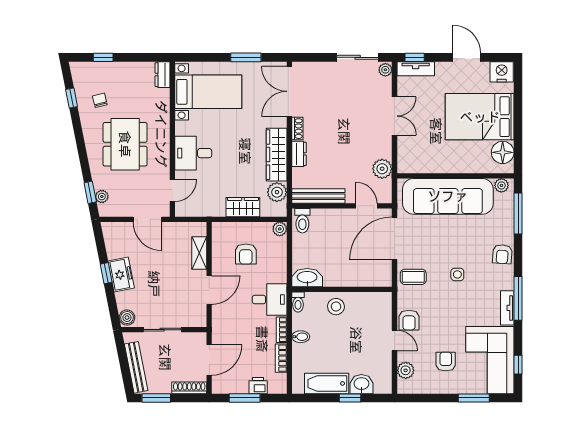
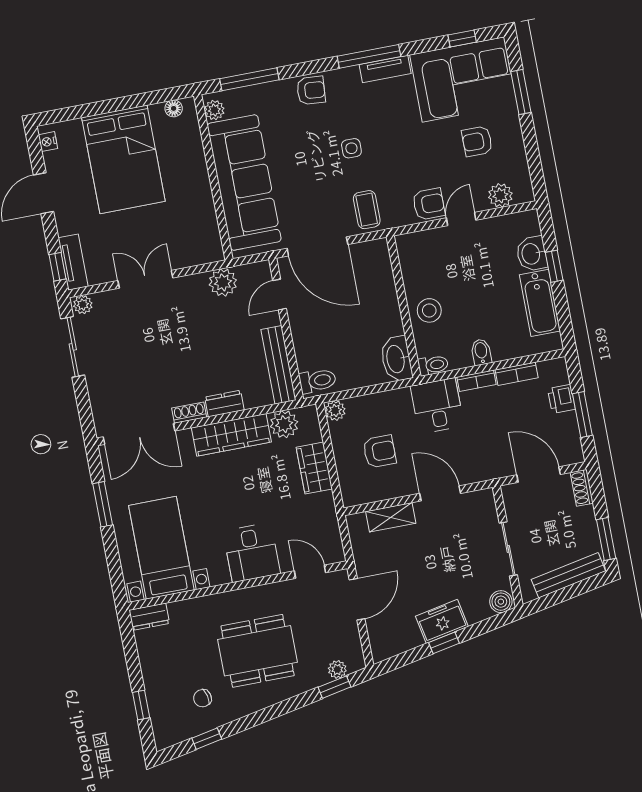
nightstand: (502, 72) -> (48, 142), width x0.53, depth x0.56
floor lamp: (503, 152) -> (174, 108), width x0.53, depth x0.53
shoe rack: (189, 388) -> (582, 488), width x0.70

